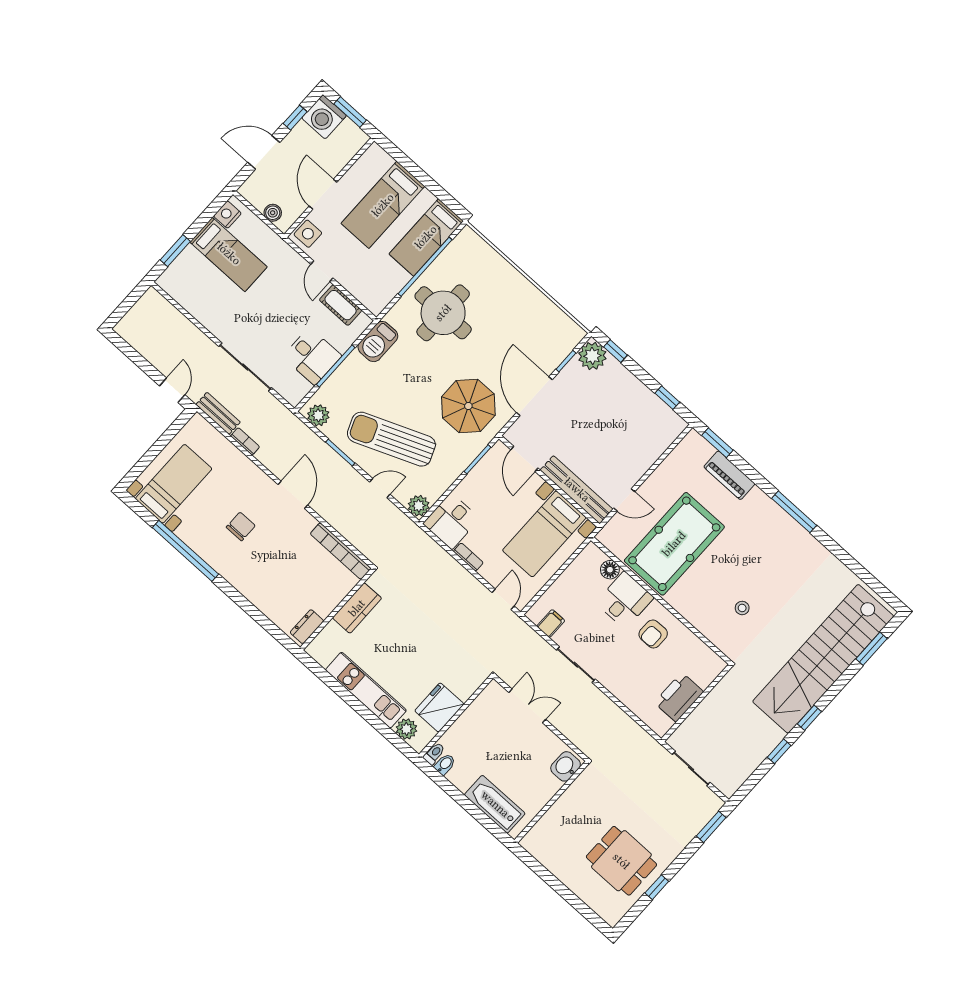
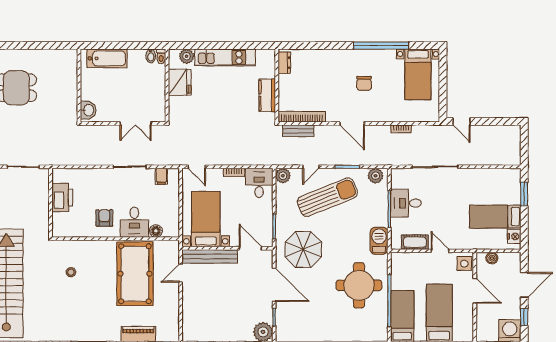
bench: (218, 413) -> (298, 131), moved

